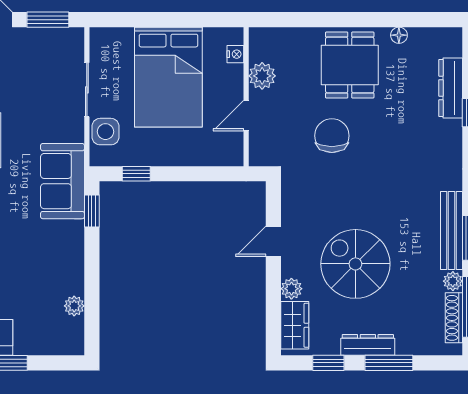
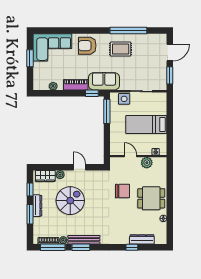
bed: (168, 77) -> (146, 124), width x0.67
window: (136, 174) -> (107, 111), width x2.17
piano: (71, 251) -> (76, 85), added

